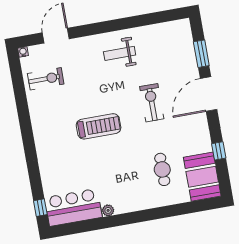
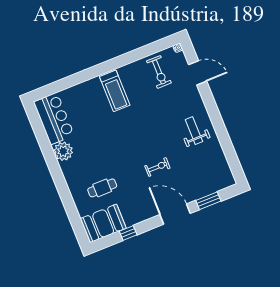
exercise bike: (152, 103) -> (157, 167), width x0.73, depth x0.72
treadmill: (99, 126) -> (115, 91), moved
window: (40, 208) -> (48, 90), removed
plant: (108, 210) -> (63, 151), width x1.88, depth x1.88

